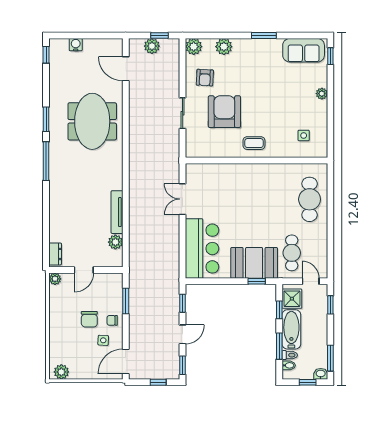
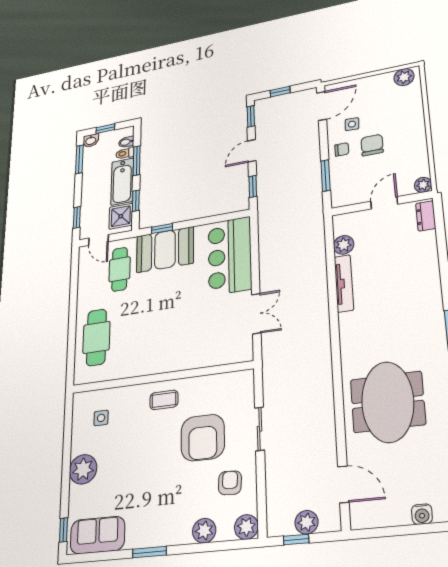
plant: (322, 94) -> (83, 469), width x1.87, depth x1.87

